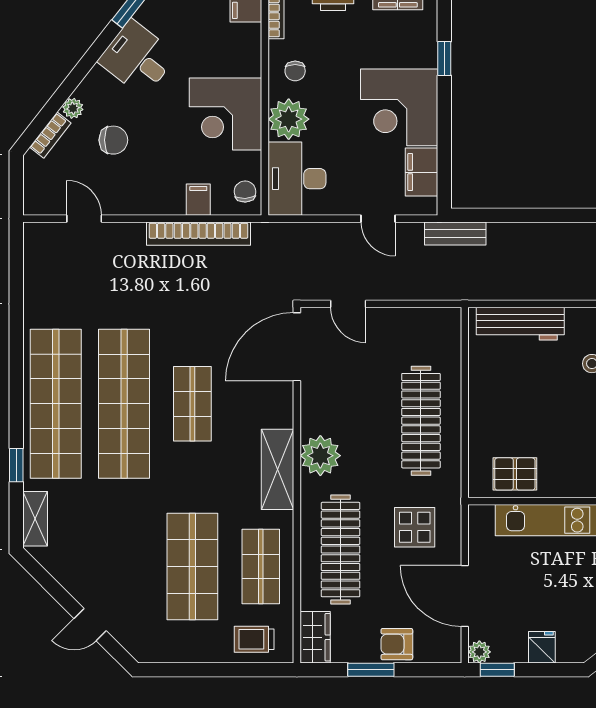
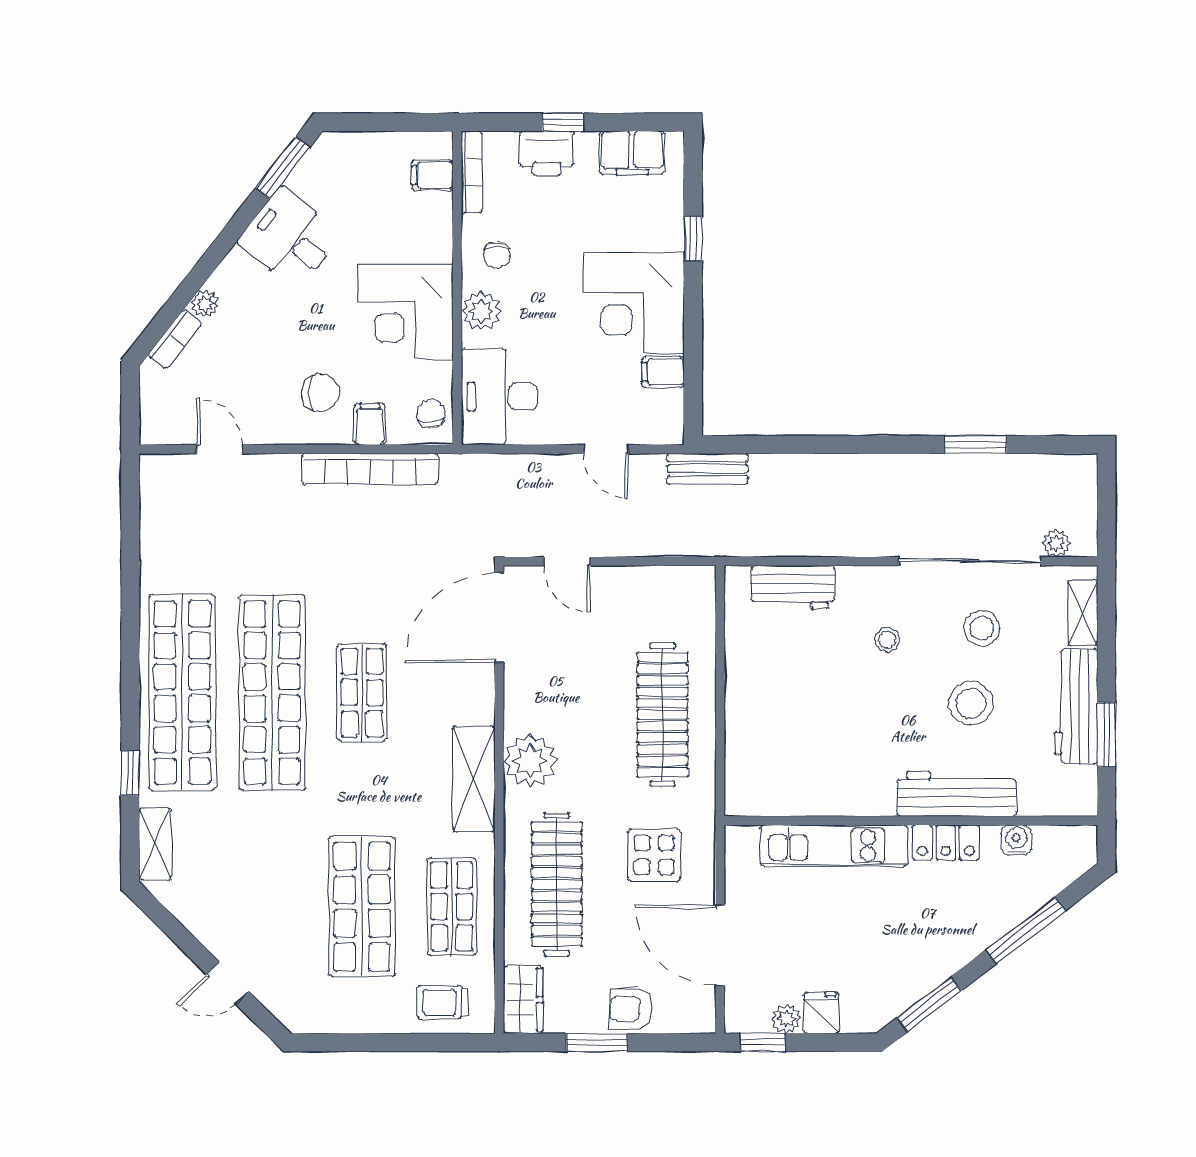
plant: (289, 119) -> (481, 311), width x0.73, depth x0.73
chair: (113, 140) -> (320, 393), moved
filing cabinet: (421, 172) -> (663, 372), width x0.50
workbench: (520, 324) -> (793, 587), width x0.73
pallet: (515, 474) -> (786, 785), removed
plant: (479, 652) -> (786, 1019), moved

